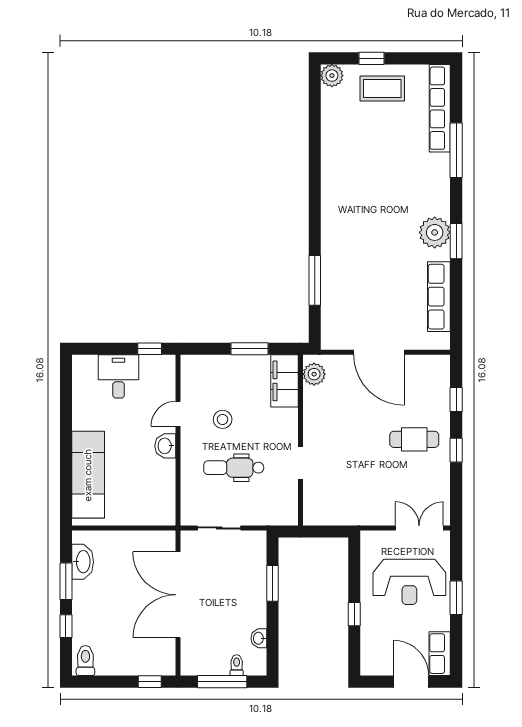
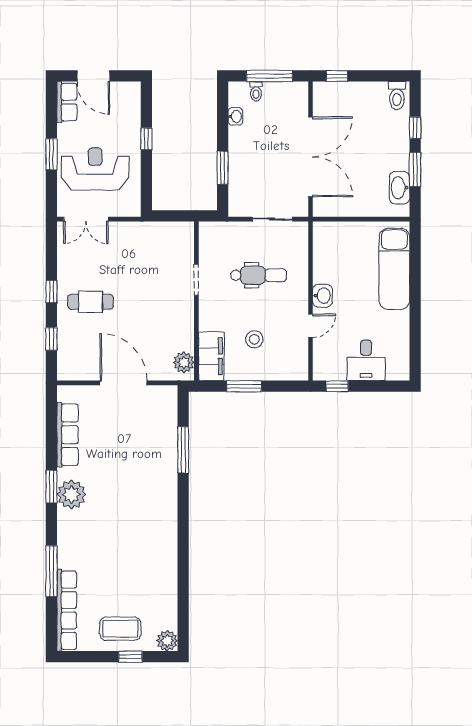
stool: (223, 419) -> (254, 339), moved

